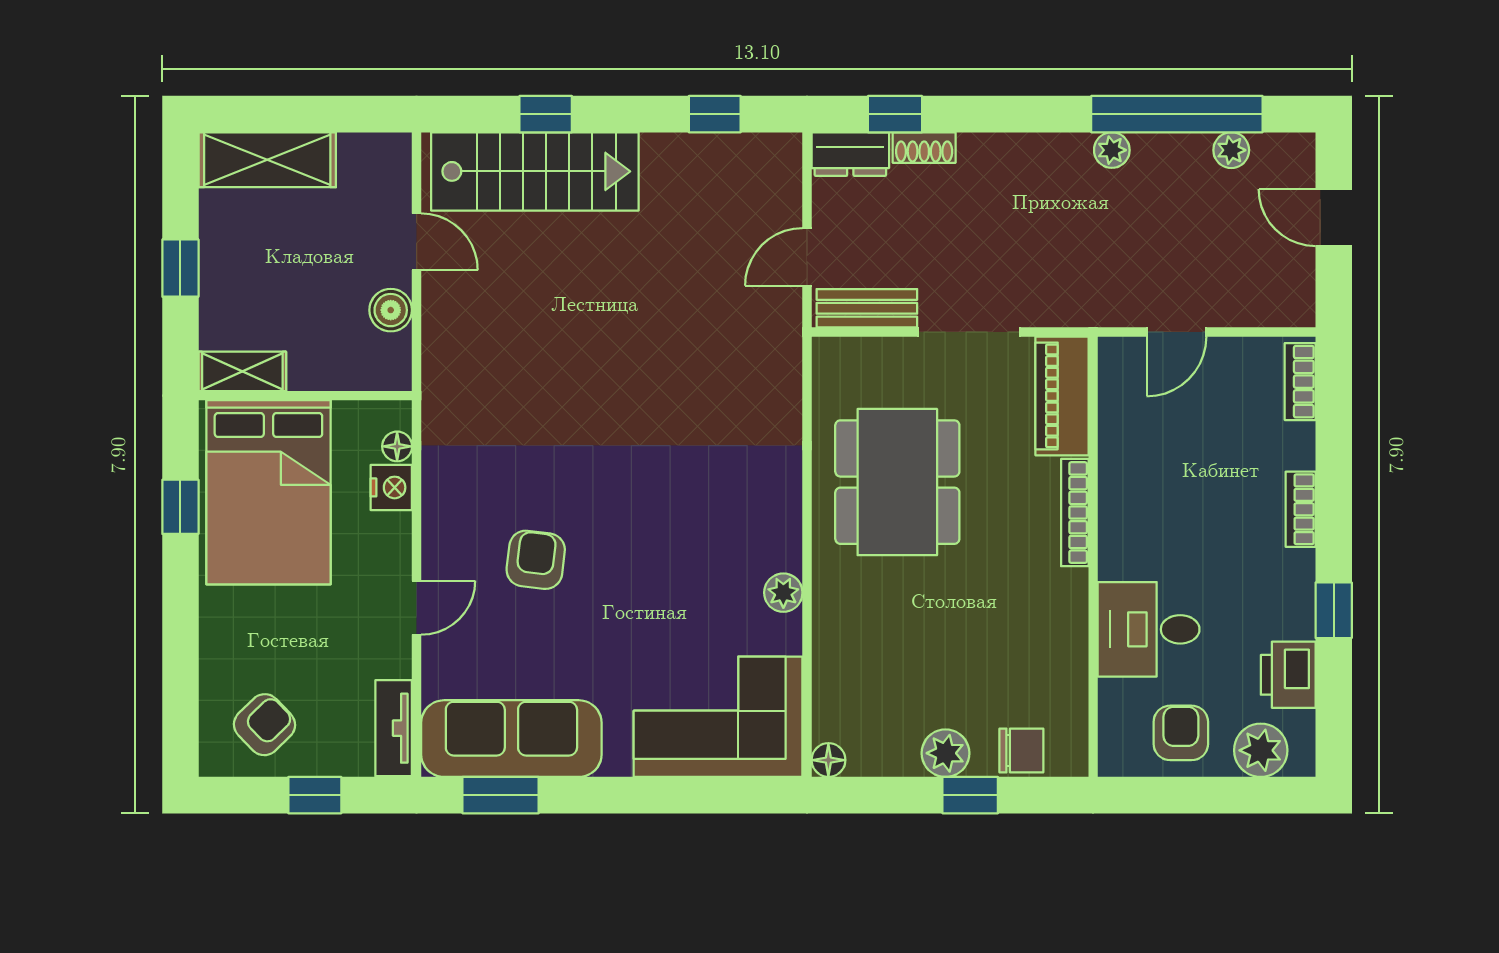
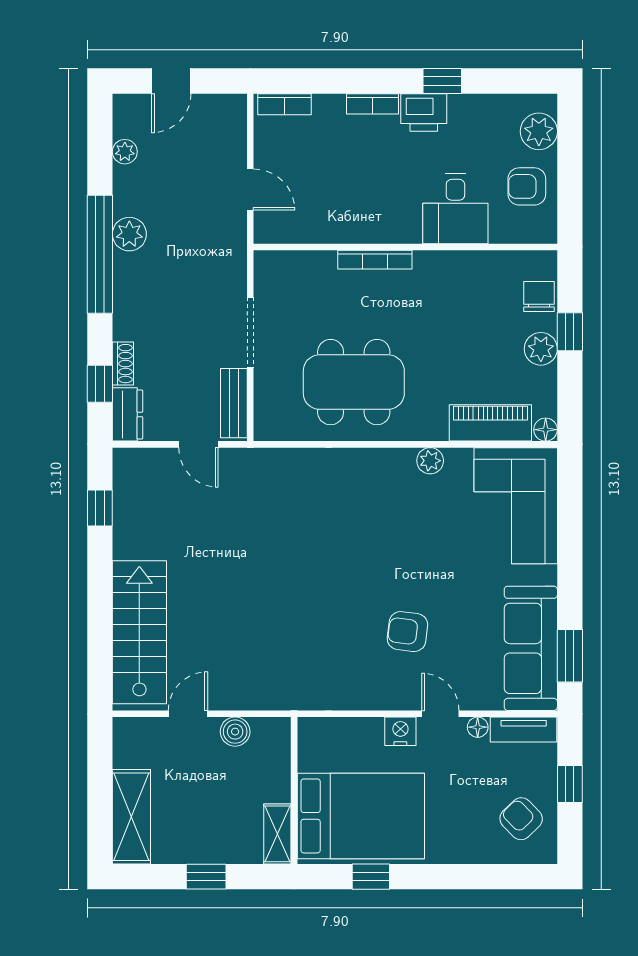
window: (546, 114) -> (100, 625), removed
window: (1177, 114) -> (100, 254), moved
plant: (1112, 150) -> (129, 234), width x1.38, depth x1.38
piano: (1062, 396) -> (490, 423), moved, turned 180
floor lamp: (397, 446) -> (478, 727), moved
nightstand: (391, 487) -> (400, 731), moved
printer: (1288, 675) -> (424, 112), moved

